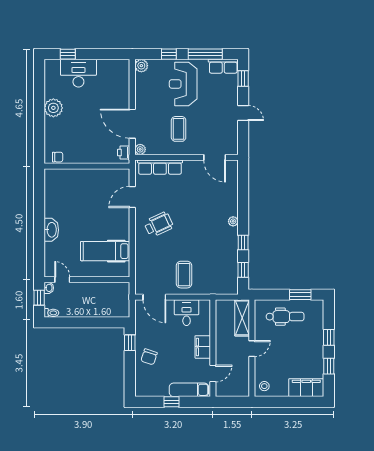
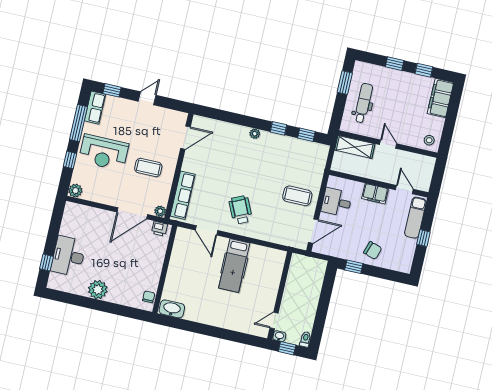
washbasin: (51, 230) -> (172, 309), moved
hospital bed: (105, 251) -> (234, 266), moved

